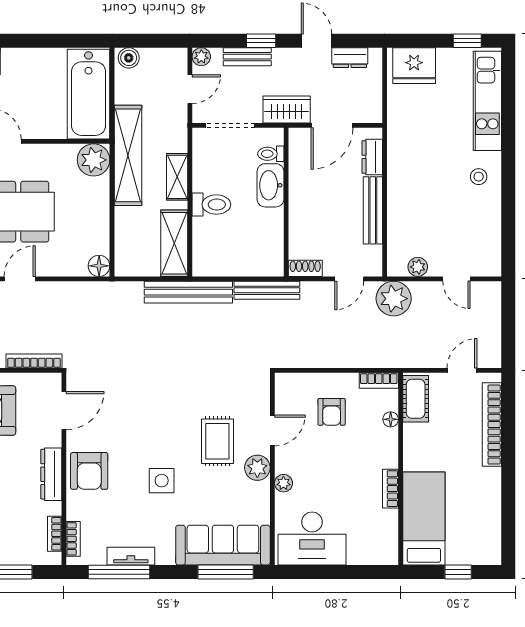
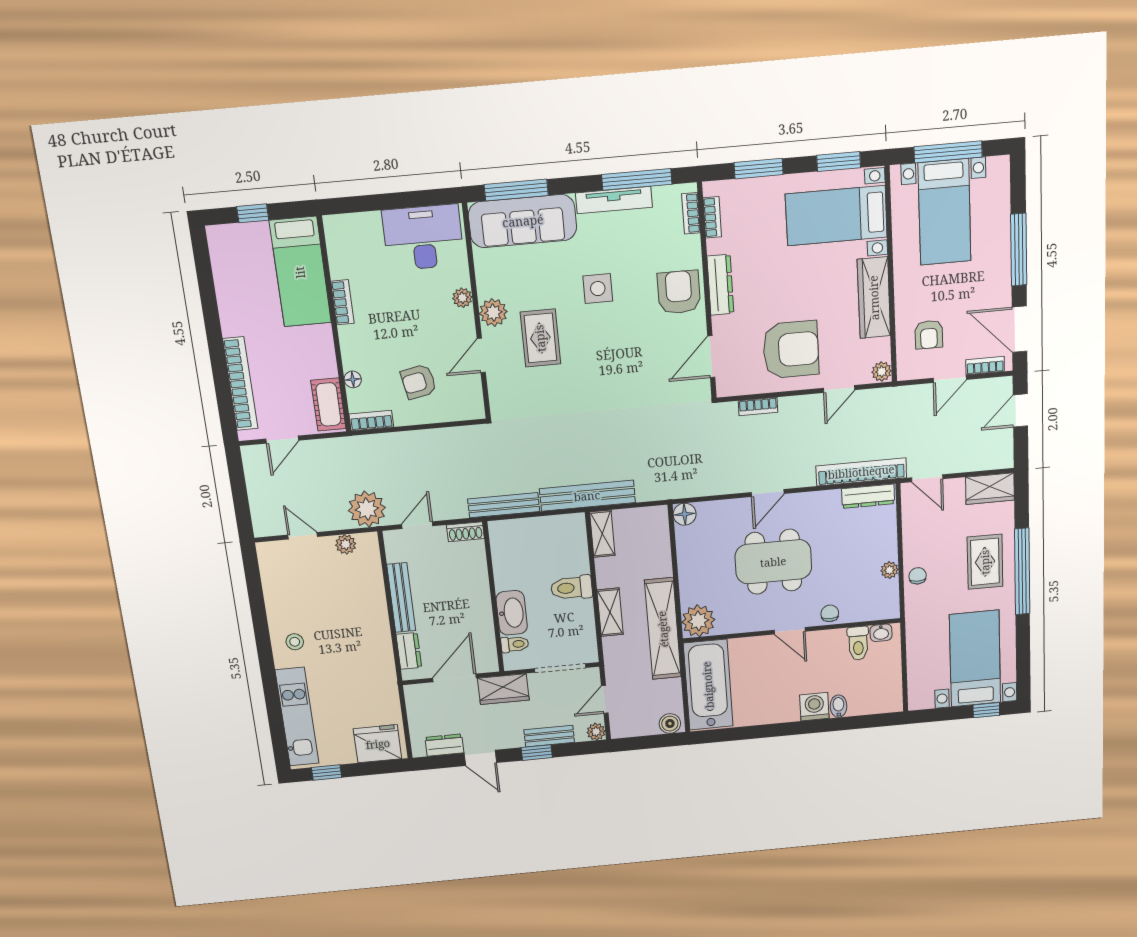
shelving: (174, 243) -> (602, 534), width x0.67, depth x0.75
bookcase: (34, 361) -> (758, 407), width x0.64
armchair: (332, 412) -> (419, 382), turned -101
tv unit: (131, 556) -> (614, 200), width x1.41

